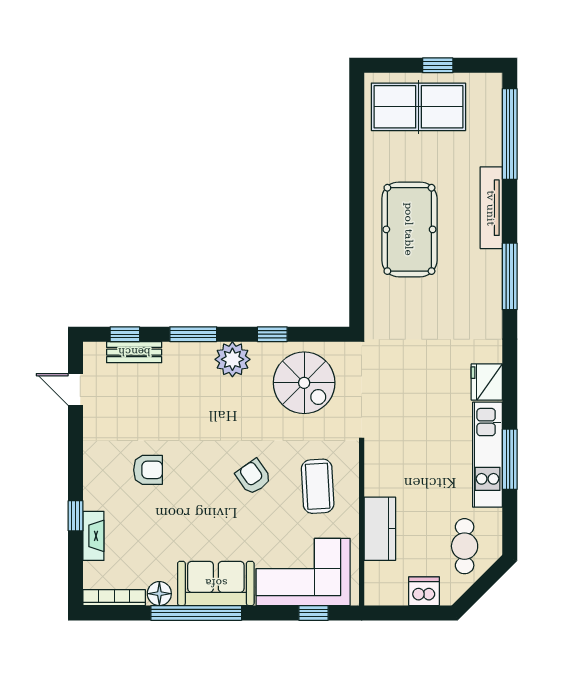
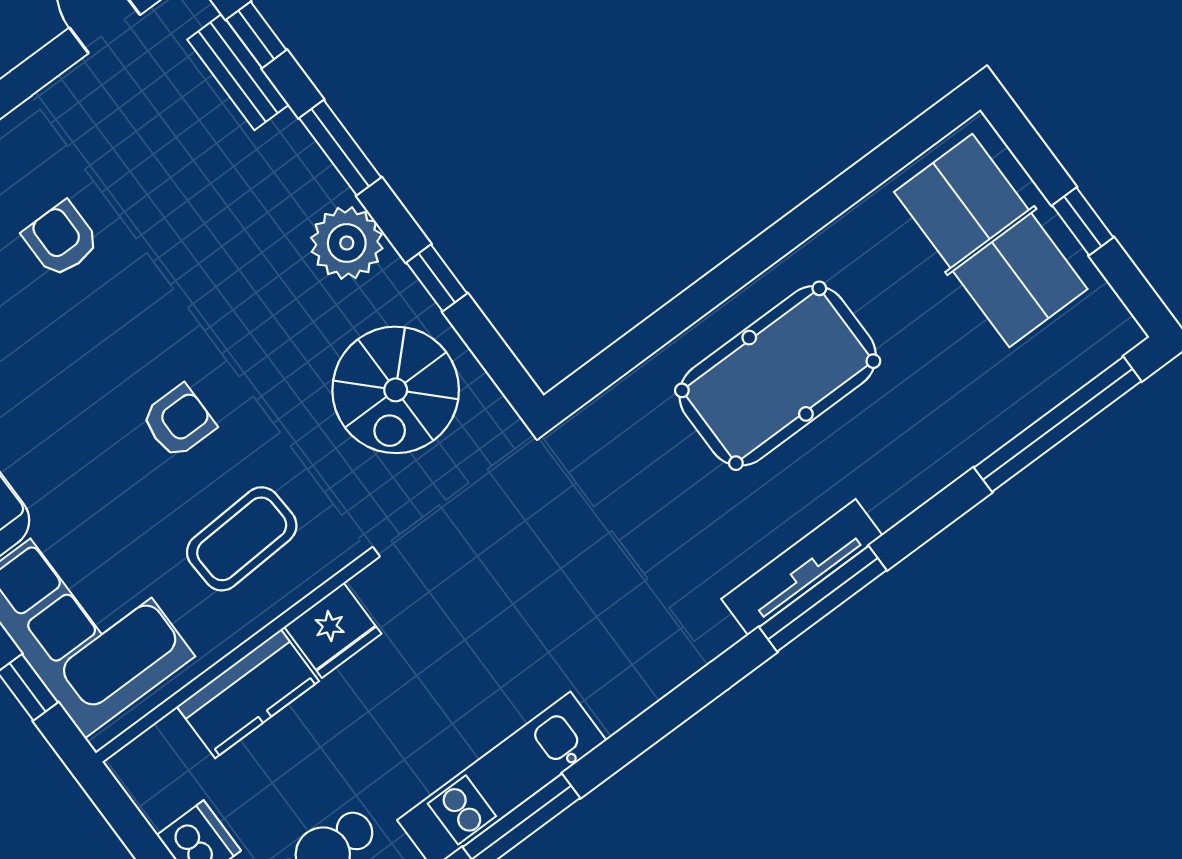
tv unit: (491, 208) -> (802, 567), moved
fridge: (487, 382) -> (333, 630), moved, turned 180
armchair: (148, 470) -> (61, 239), turned 180
armchair: (253, 477) -> (178, 421), turned 35

